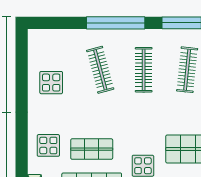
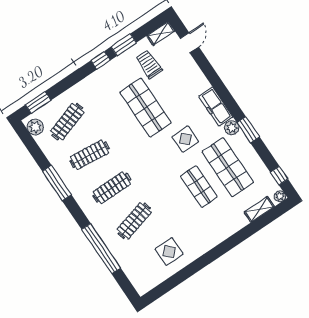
window: (116, 23) -> (101, 249), moved
display table: (48, 145) -> (218, 221), removed

